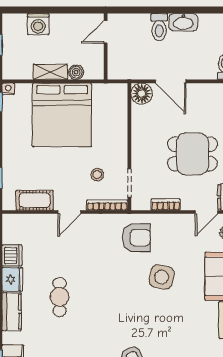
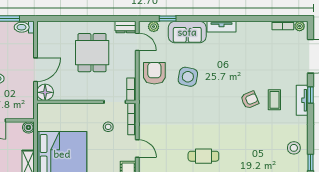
boiler: (76, 72) -> (28, 127), moved
bookcase: (166, 205) -> (131, 89), moved
armchair: (136, 238) -> (154, 73), moved

